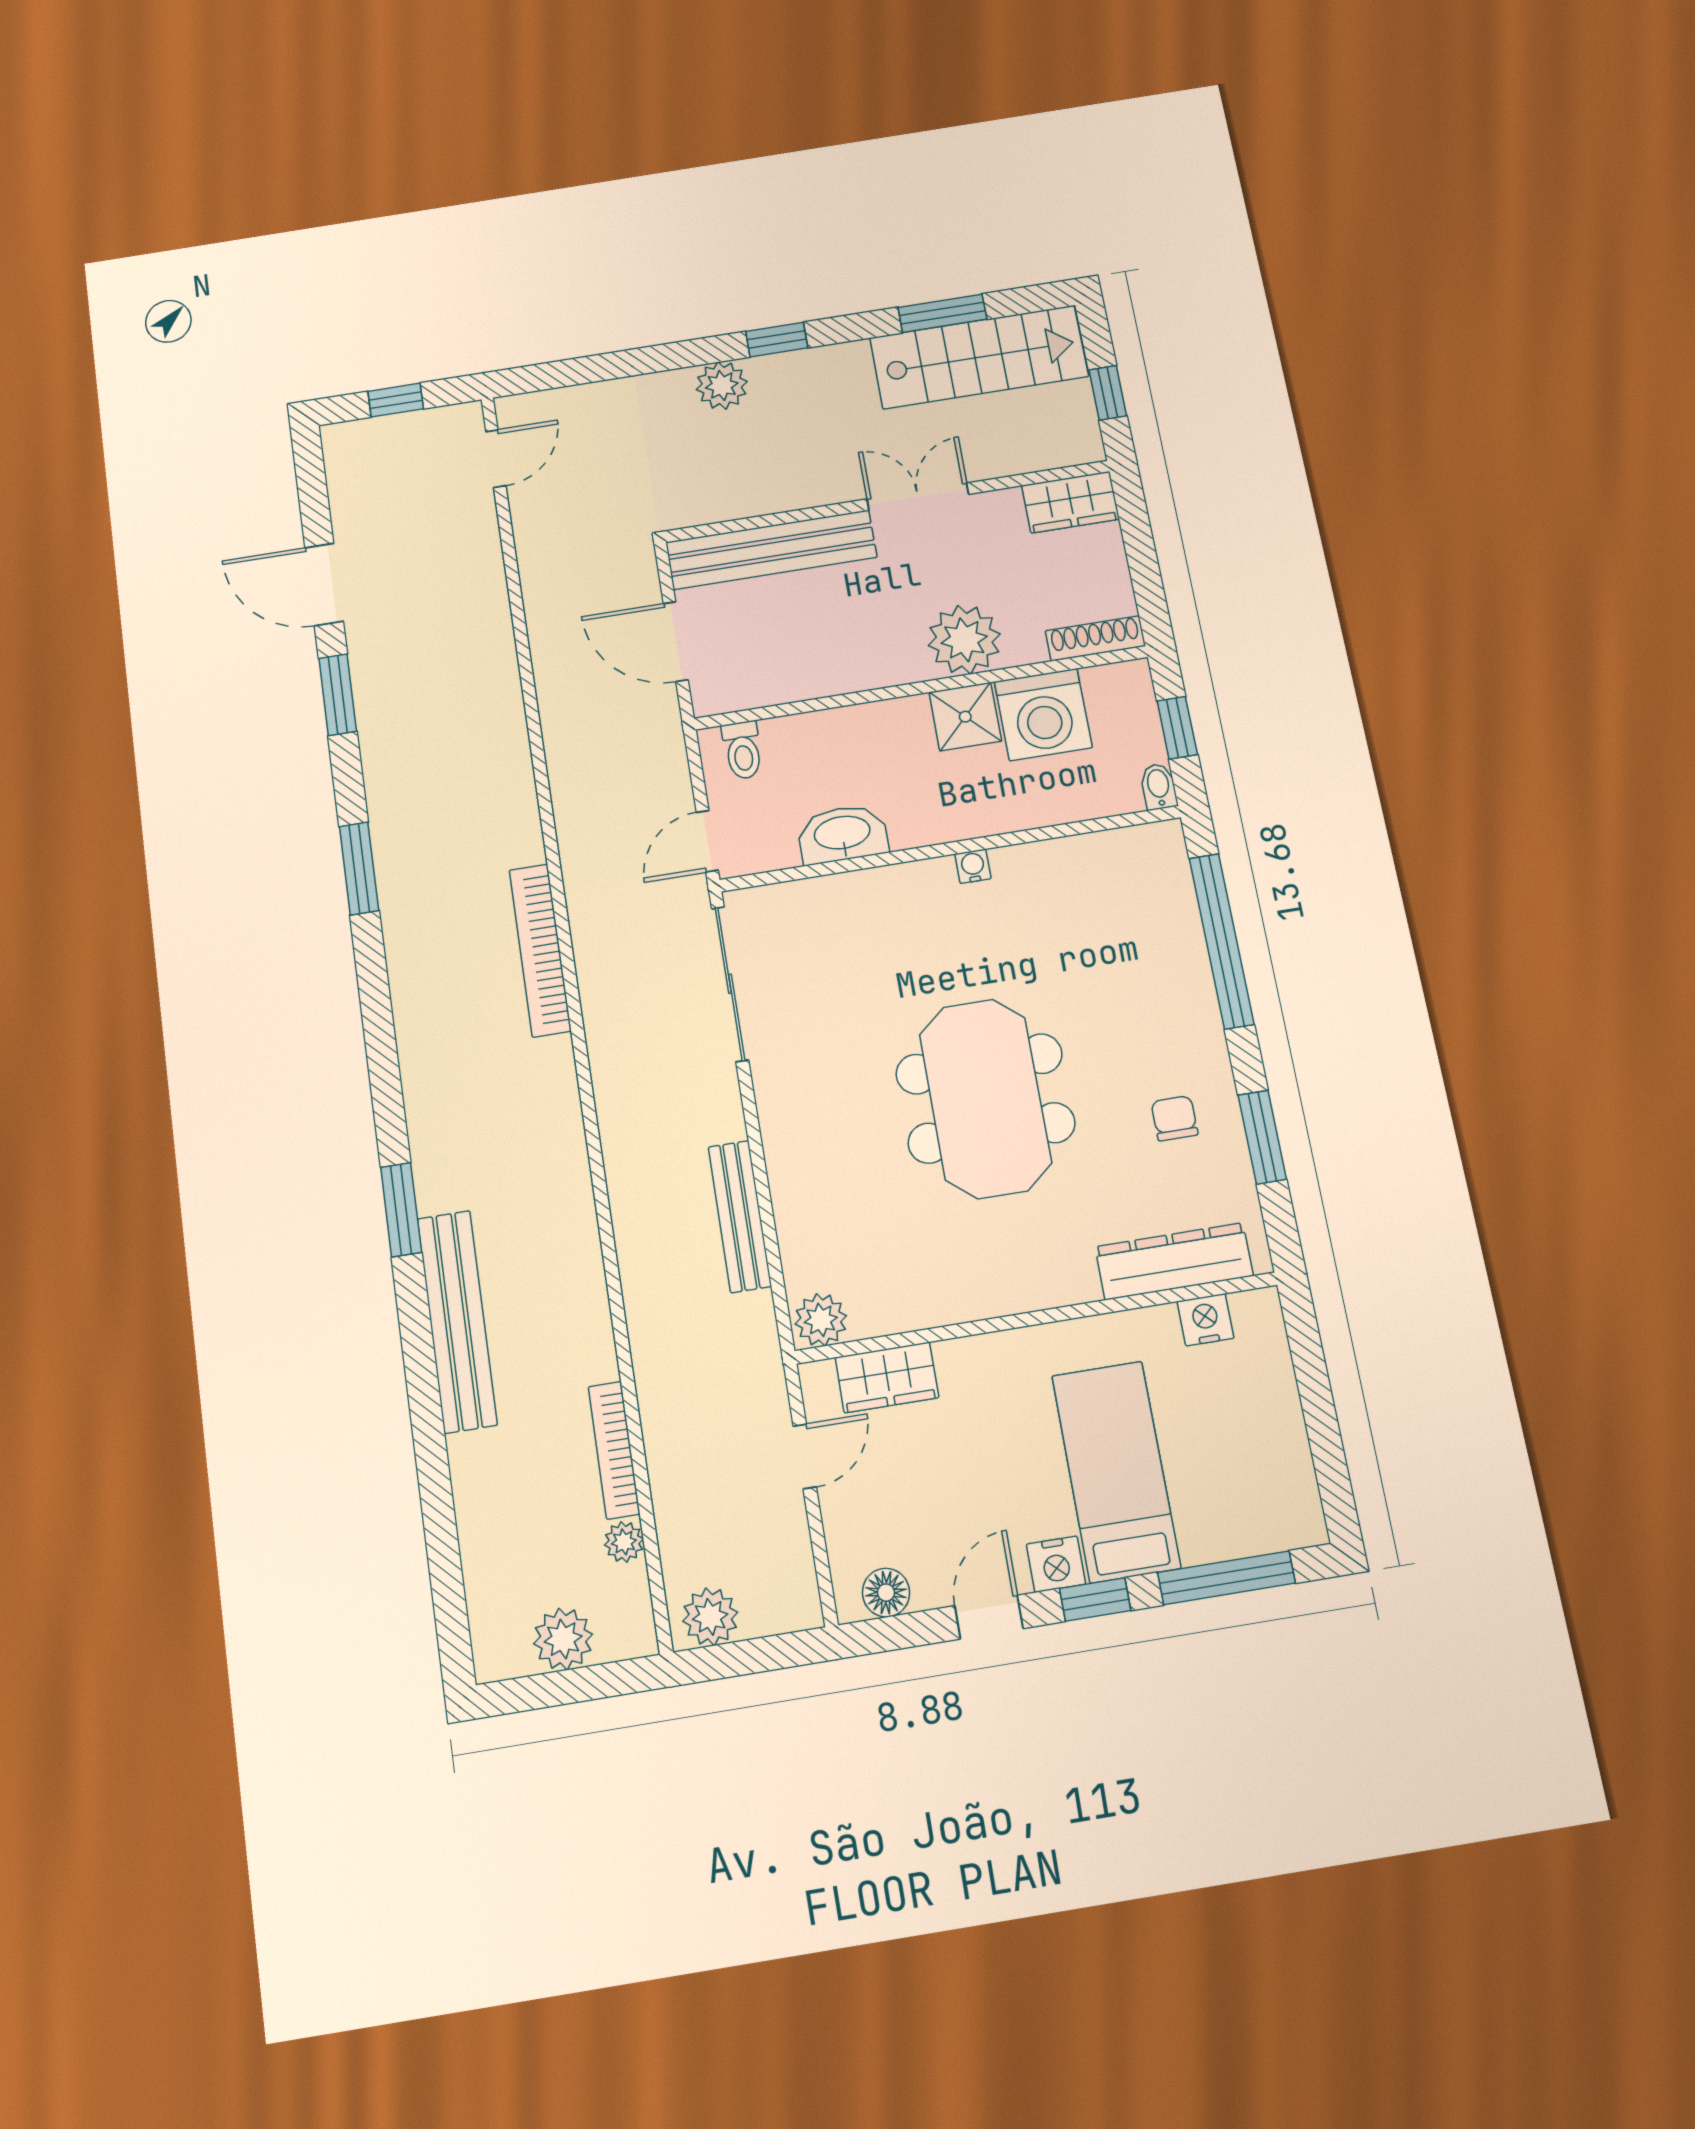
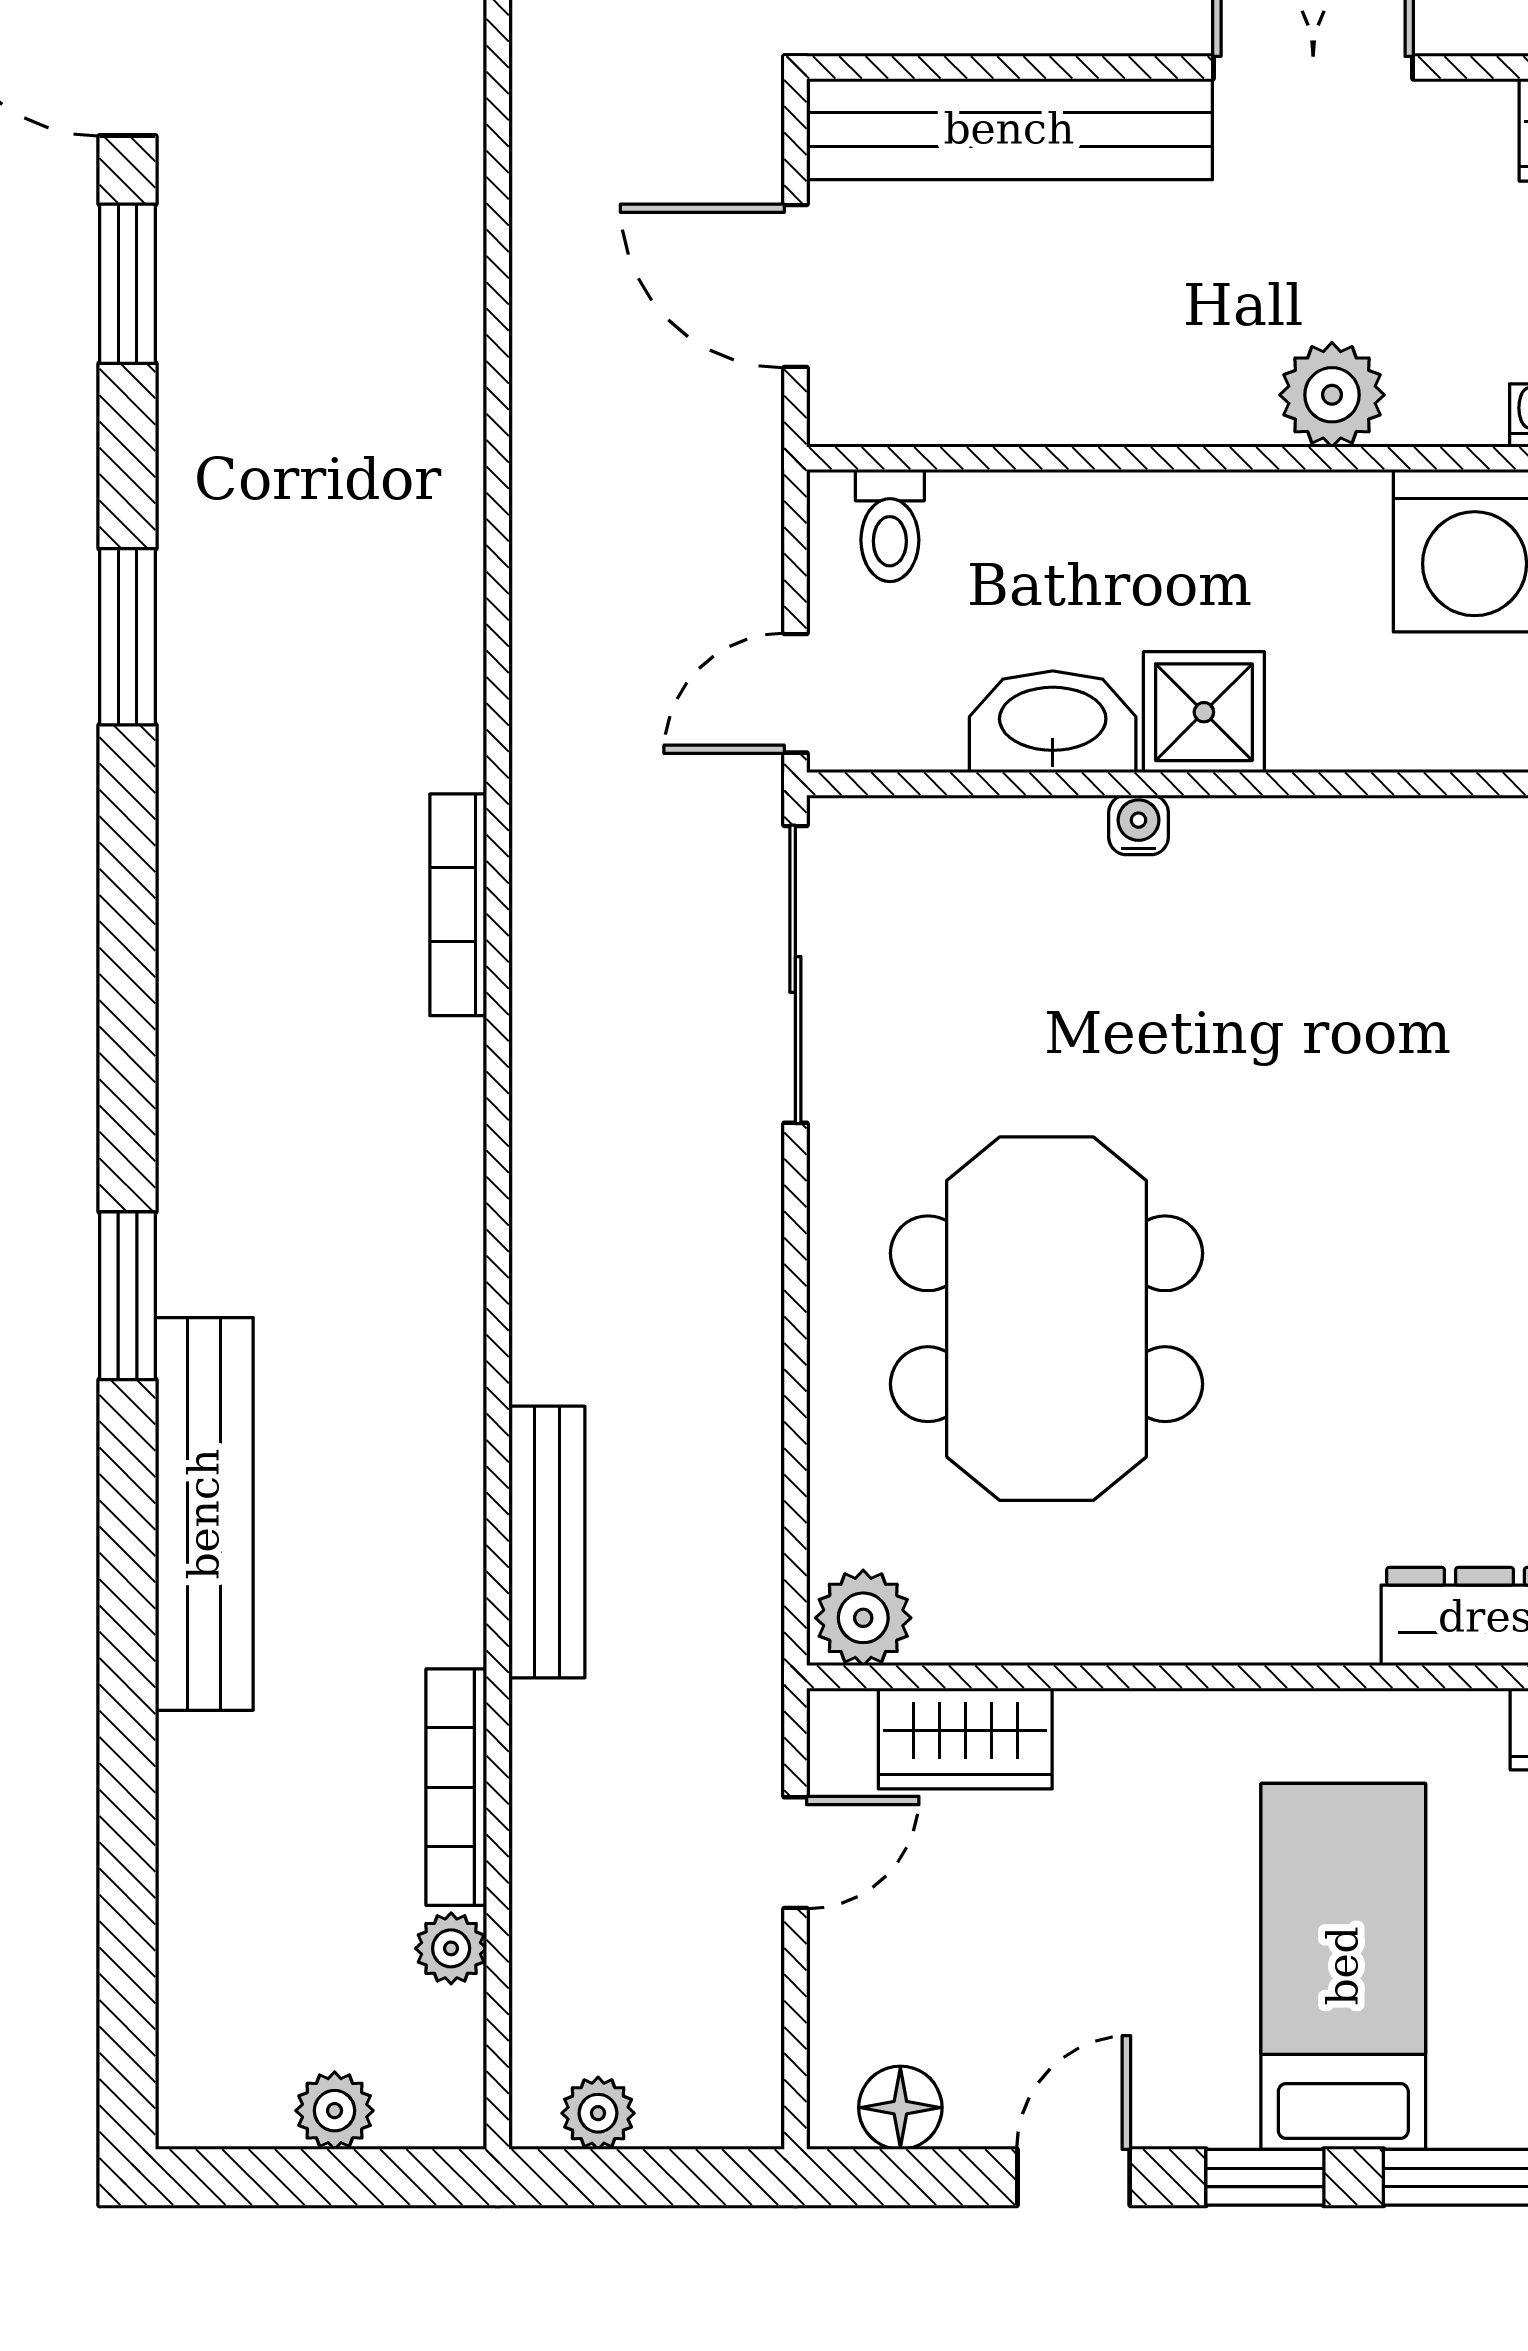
plant: (964, 640) -> (1332, 395), width x0.73, depth x0.73
shower: (965, 717) -> (1204, 712), moved
water cooler: (973, 866) -> (1139, 825), moved
bookcase: (540, 950) -> (458, 905), width x0.68, depth x0.76
meeting table: (985, 1098) -> (1047, 1319), moved
bench: (740, 1216) -> (547, 1542), moved
nightstand: (1056, 1564) -> (1208, 2107), removed
plant: (710, 1617) -> (598, 2113), width x0.73, depth x0.73
plant: (563, 1639) -> (335, 2111), width x0.73, depth x0.73

